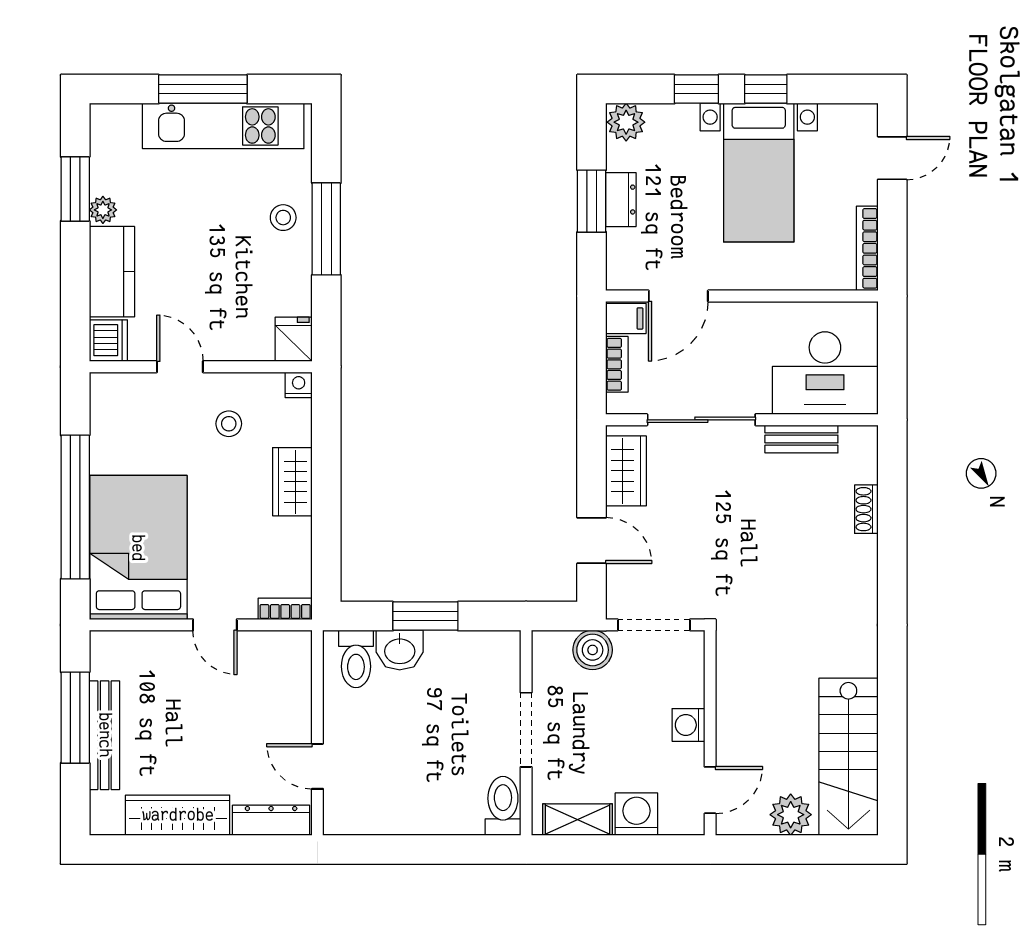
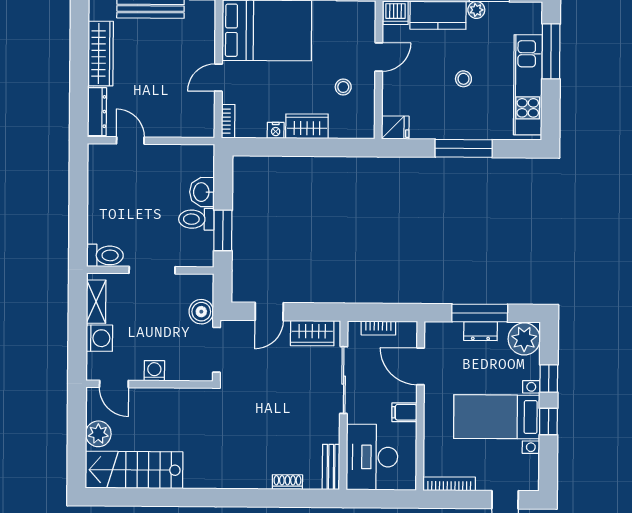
window: (203, 89) -> (551, 51), moved
plant: (626, 122) -> (524, 339), width x1.36, depth x1.36
window: (592, 201) -> (480, 313), width x1.44
stool: (283, 218) -> (463, 79), moved
filing cabinet: (626, 318) -> (404, 412), moved, turned 90
nightstand: (299, 385) -> (276, 130), moved, turned 90
bench: (801, 439) -> (331, 467), moved
window: (425, 616) -> (223, 230), moved
toilet: (356, 659) -> (196, 219), moved
door: (317, 766) -> (130, 141), hinge flipped

